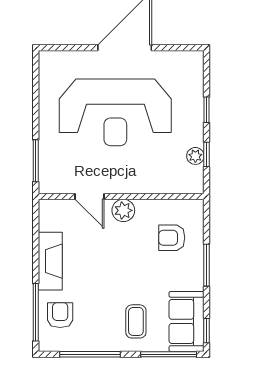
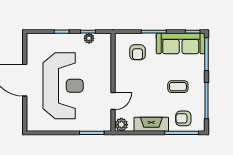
plant: (123, 210) -> (121, 125), moved
coffee table: (136, 321) -> (178, 87), moved
sofa: (187, 321) -> (181, 44), width x1.36

